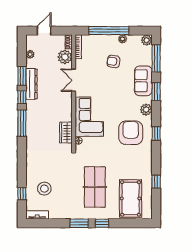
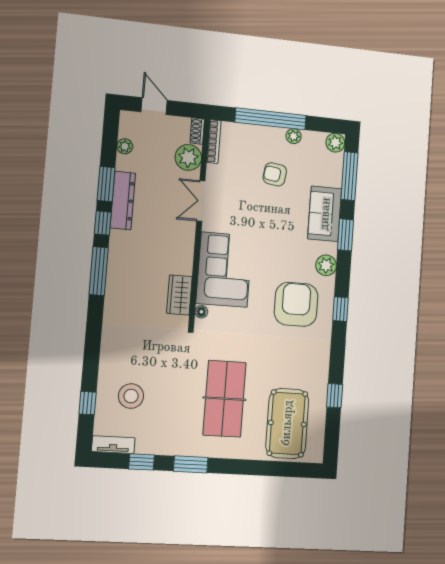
door: (44, 31) -> (154, 106), hinge flipped
window: (102, 223) -> (142, 462), moved

